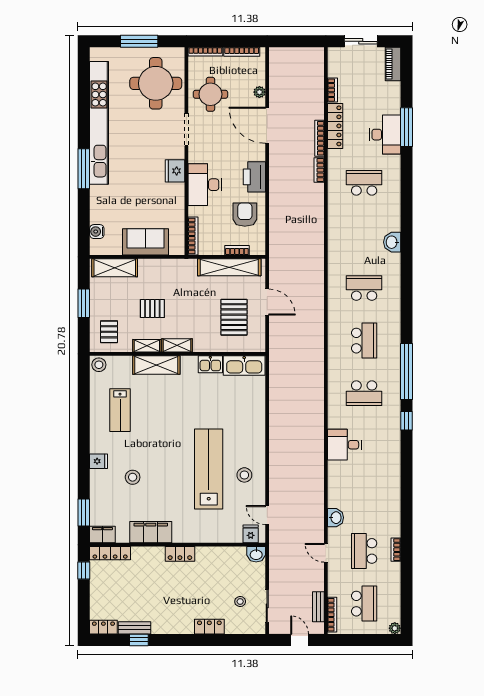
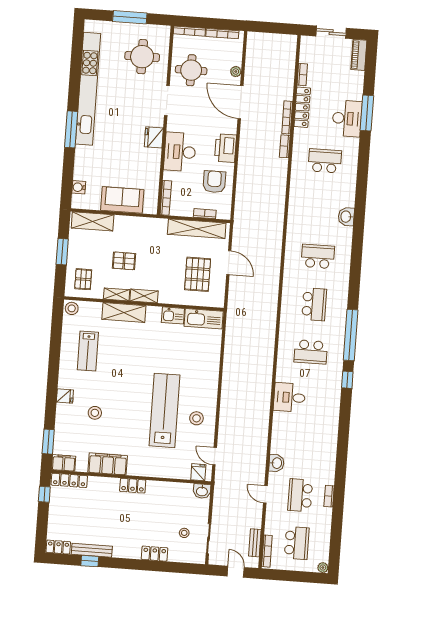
round table: (156, 83) -> (142, 57), width x0.73, depth x0.73
bench: (134, 628) -> (92, 550), width x1.36

